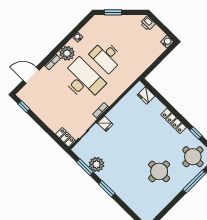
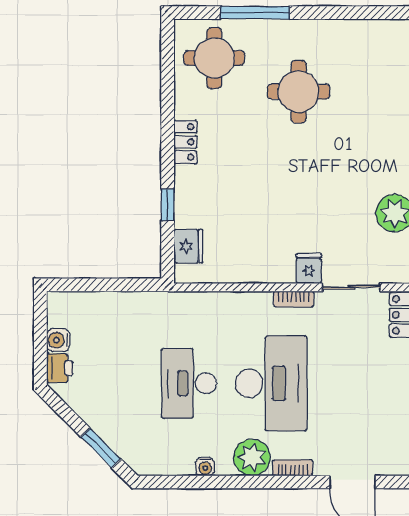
water cooler: (167, 42) -> (58, 340), moved
desk: (106, 56) -> (189, 383), turned 180
desk: (83, 80) -> (271, 383), turned 180
locker: (174, 121) -> (185, 142), width x0.66
window: (196, 133) -> (168, 205), moved

